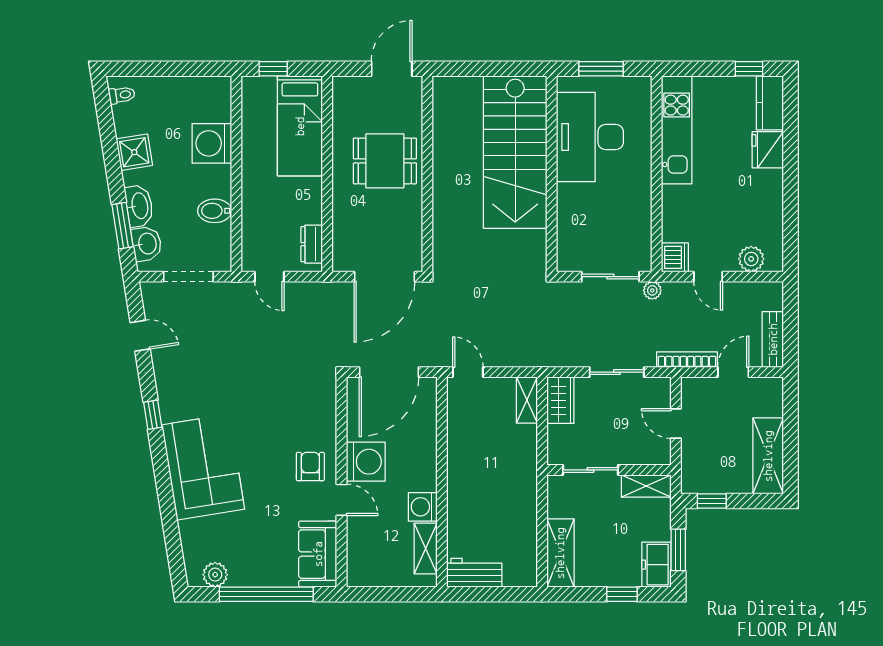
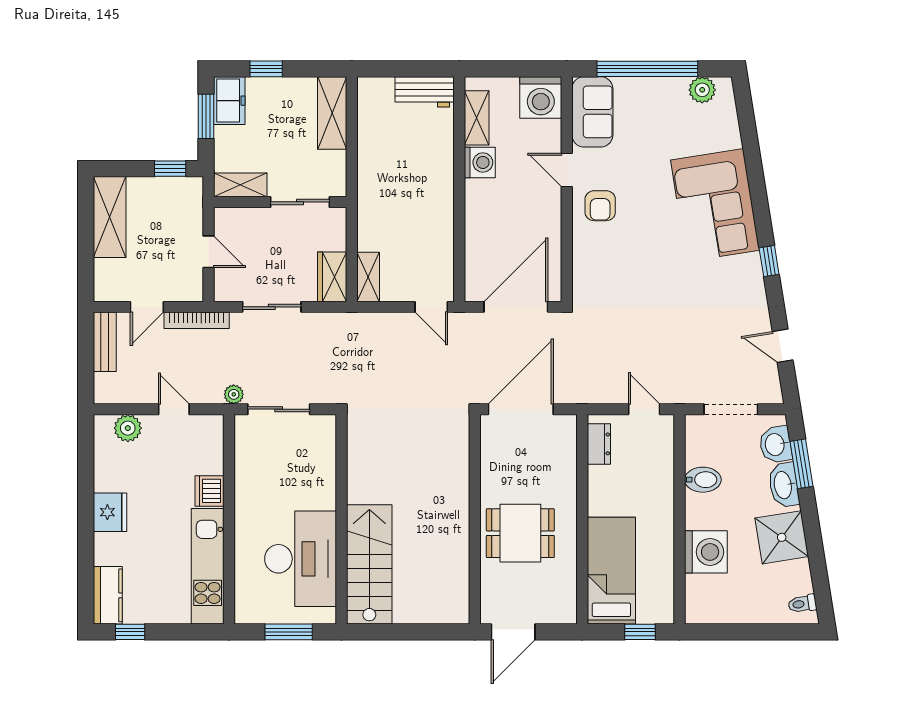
fridge: (768, 150) -> (110, 512), moved
shower: (134, 152) -> (782, 537), width x1.36, depth x1.36
stairs: (515, 152) -> (369, 564), width x0.73, depth x0.66
dishwasher: (675, 257) -> (209, 491), moved
washing machine: (366, 462) -> (541, 97), moved, turned -90

